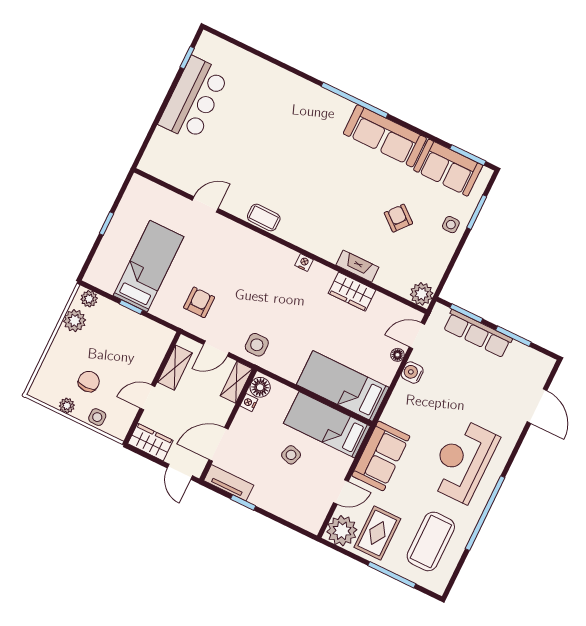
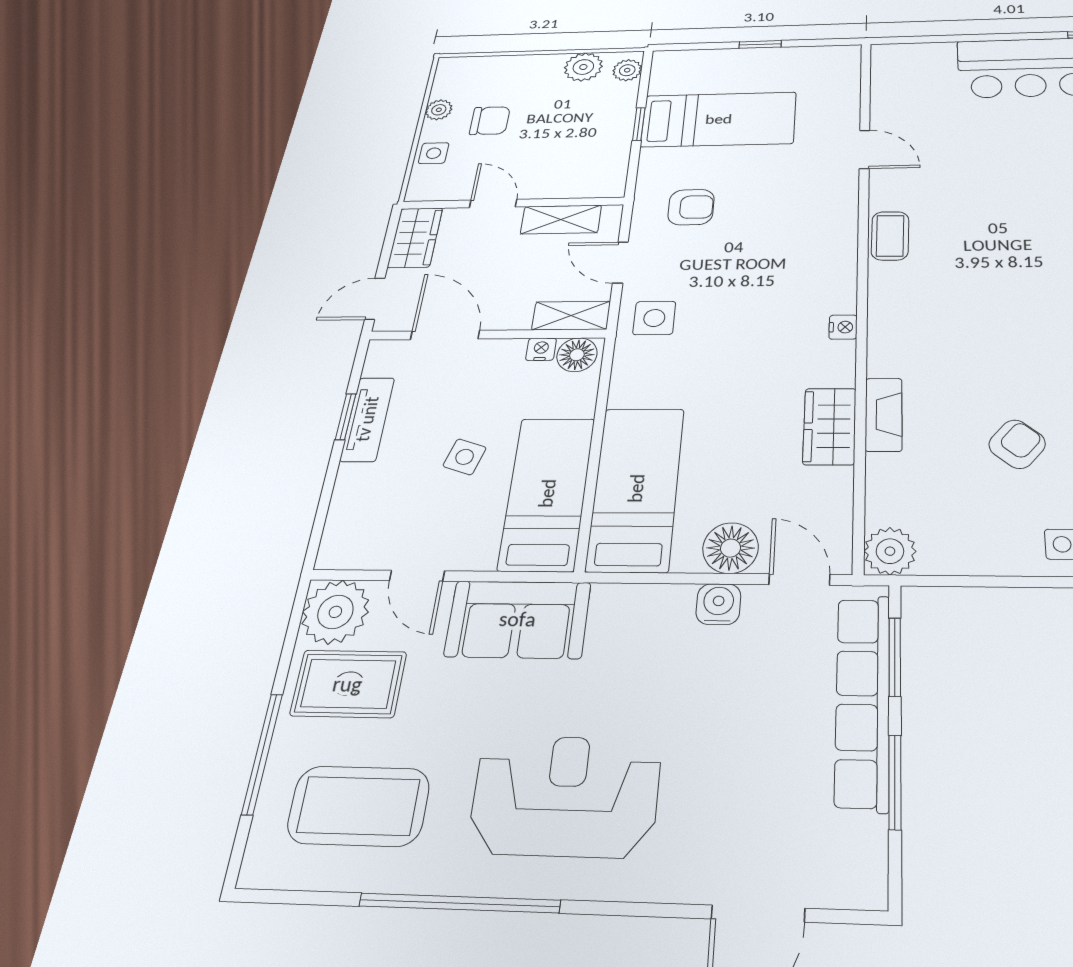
row of seats: (478, 334) -> (863, 700), width x1.36
floor lamp: (397, 355) -> (731, 548), width x1.89, depth x1.89
tv unit: (229, 483) -> (367, 419), moved

